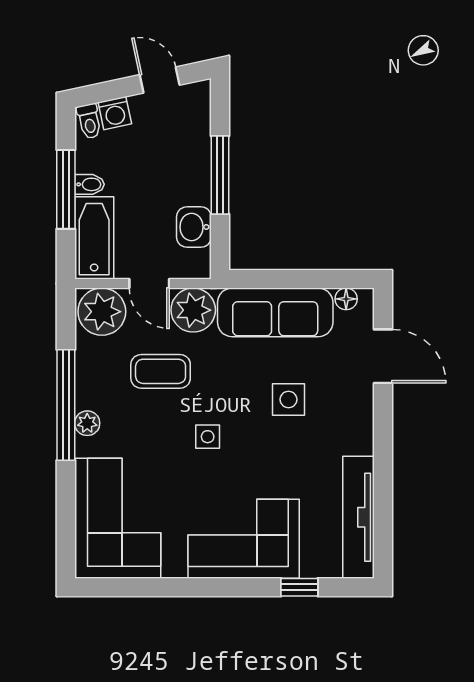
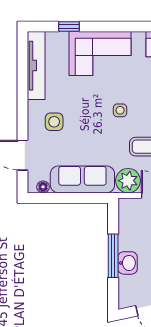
washbasin: (194, 227) -> (128, 263), moved
side table: (288, 400) -> (54, 122), moved

